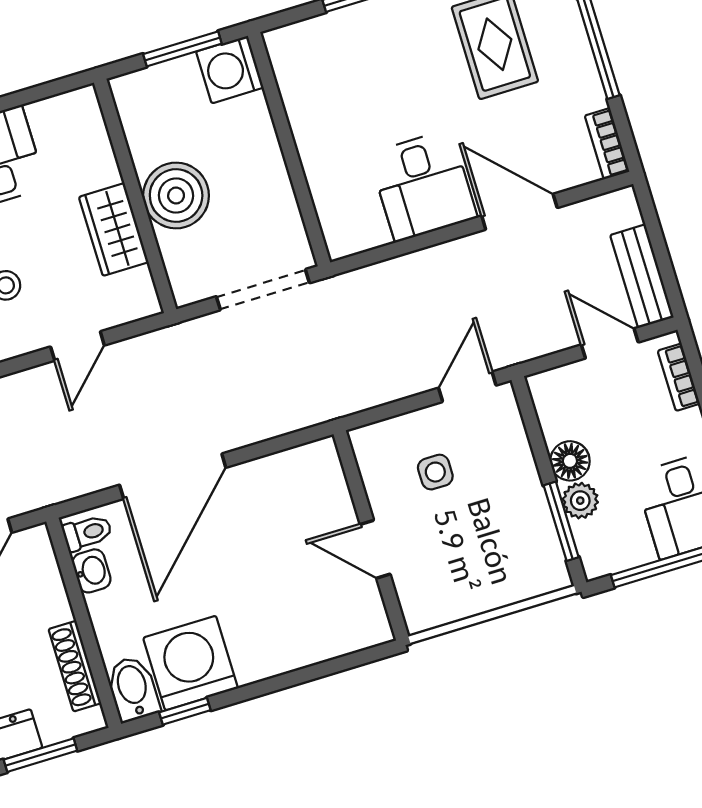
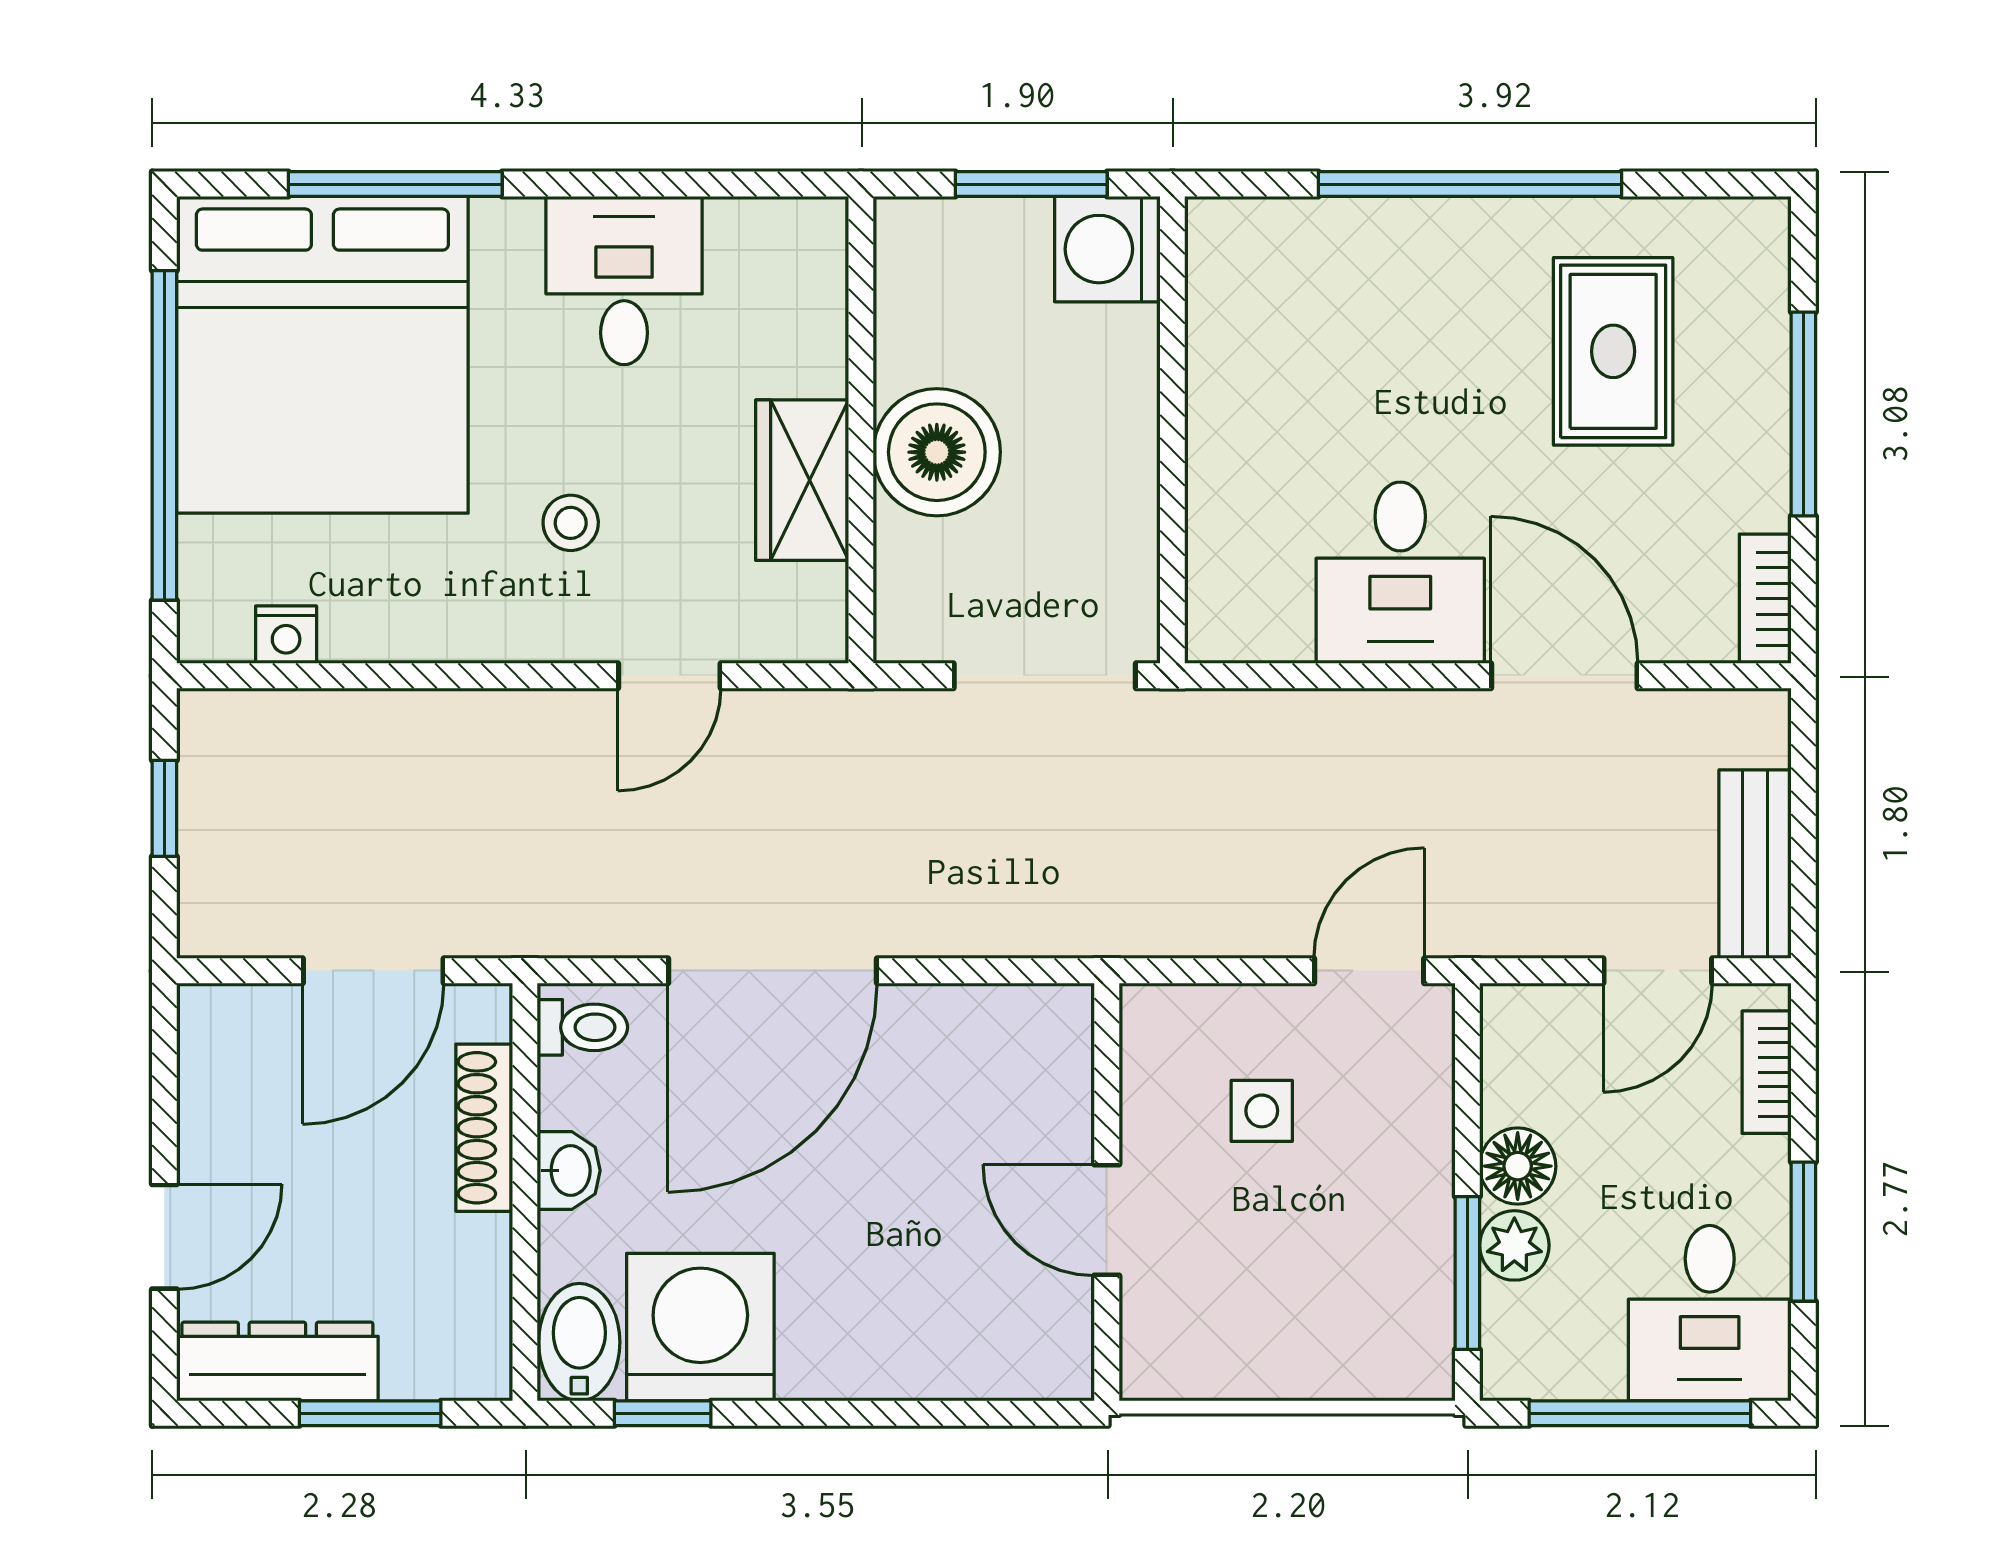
door: (610, 343) -> (1658, 971), swing flipped
washbasin: (92, 571) -> (569, 1171), moved
shoe rack: (75, 666) -> (484, 1128), moved

